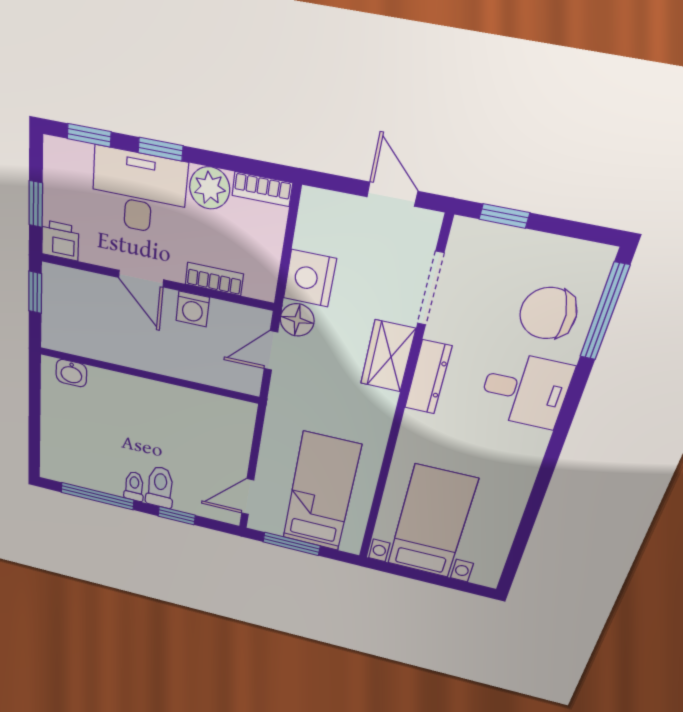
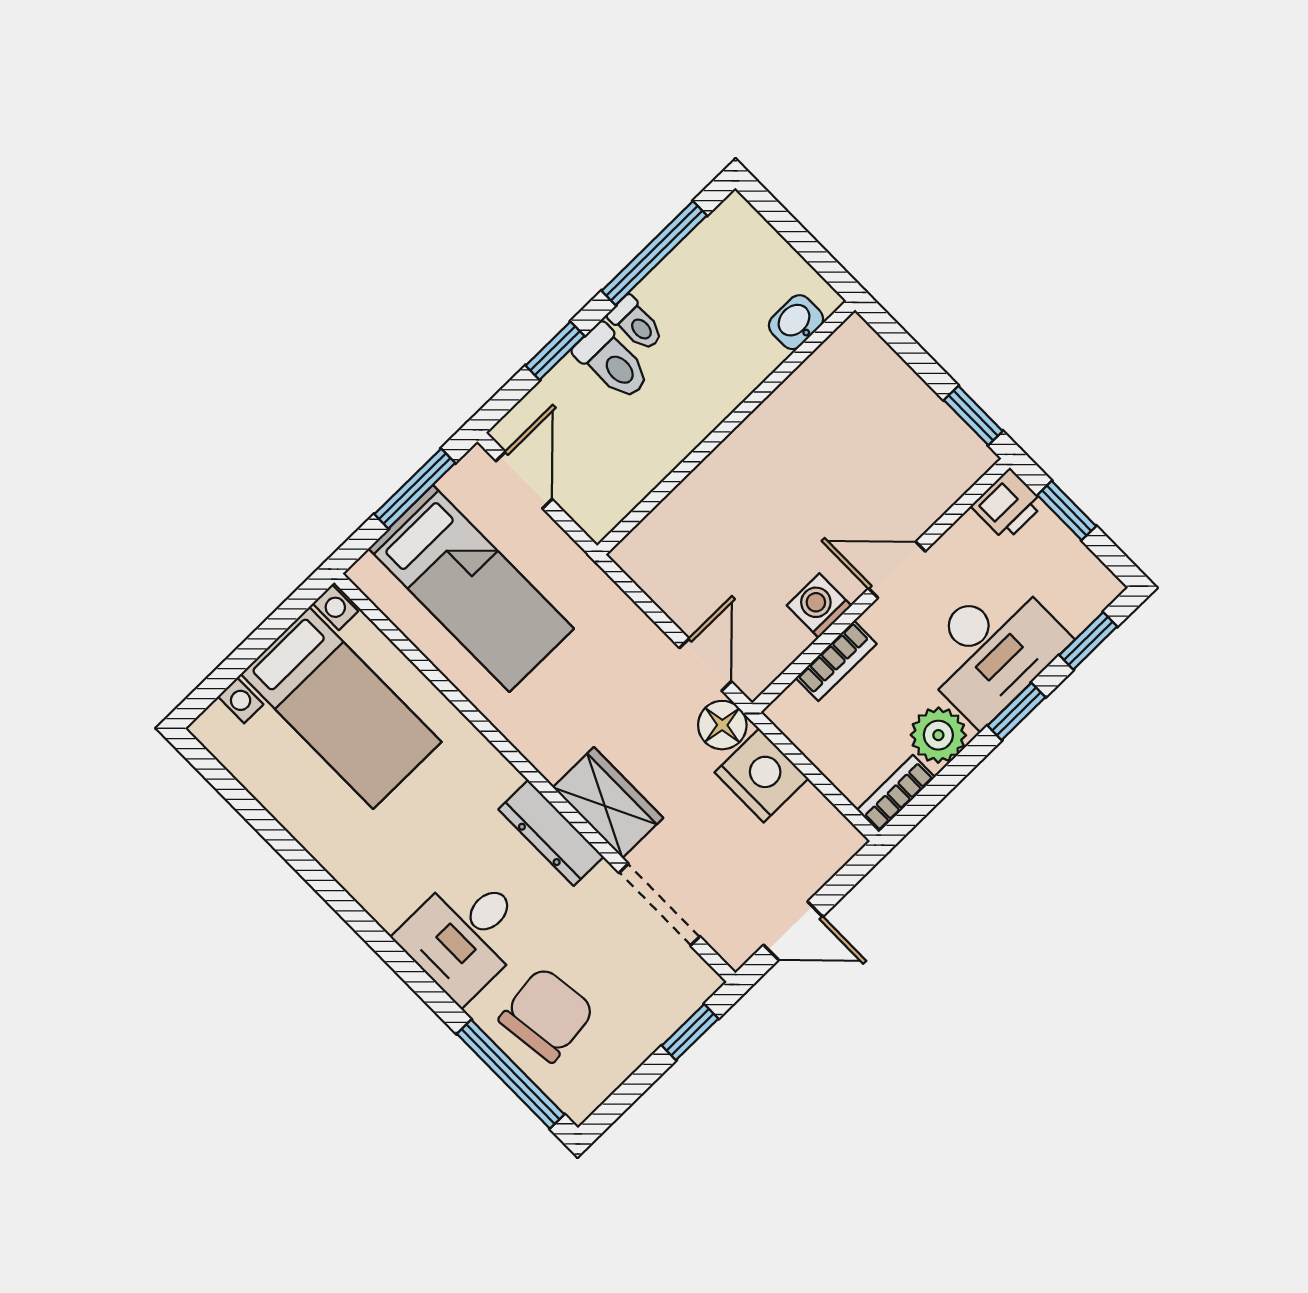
washbasin: (71, 373) -> (796, 322), moved
wall: (148, 375) -> (726, 428), moved

